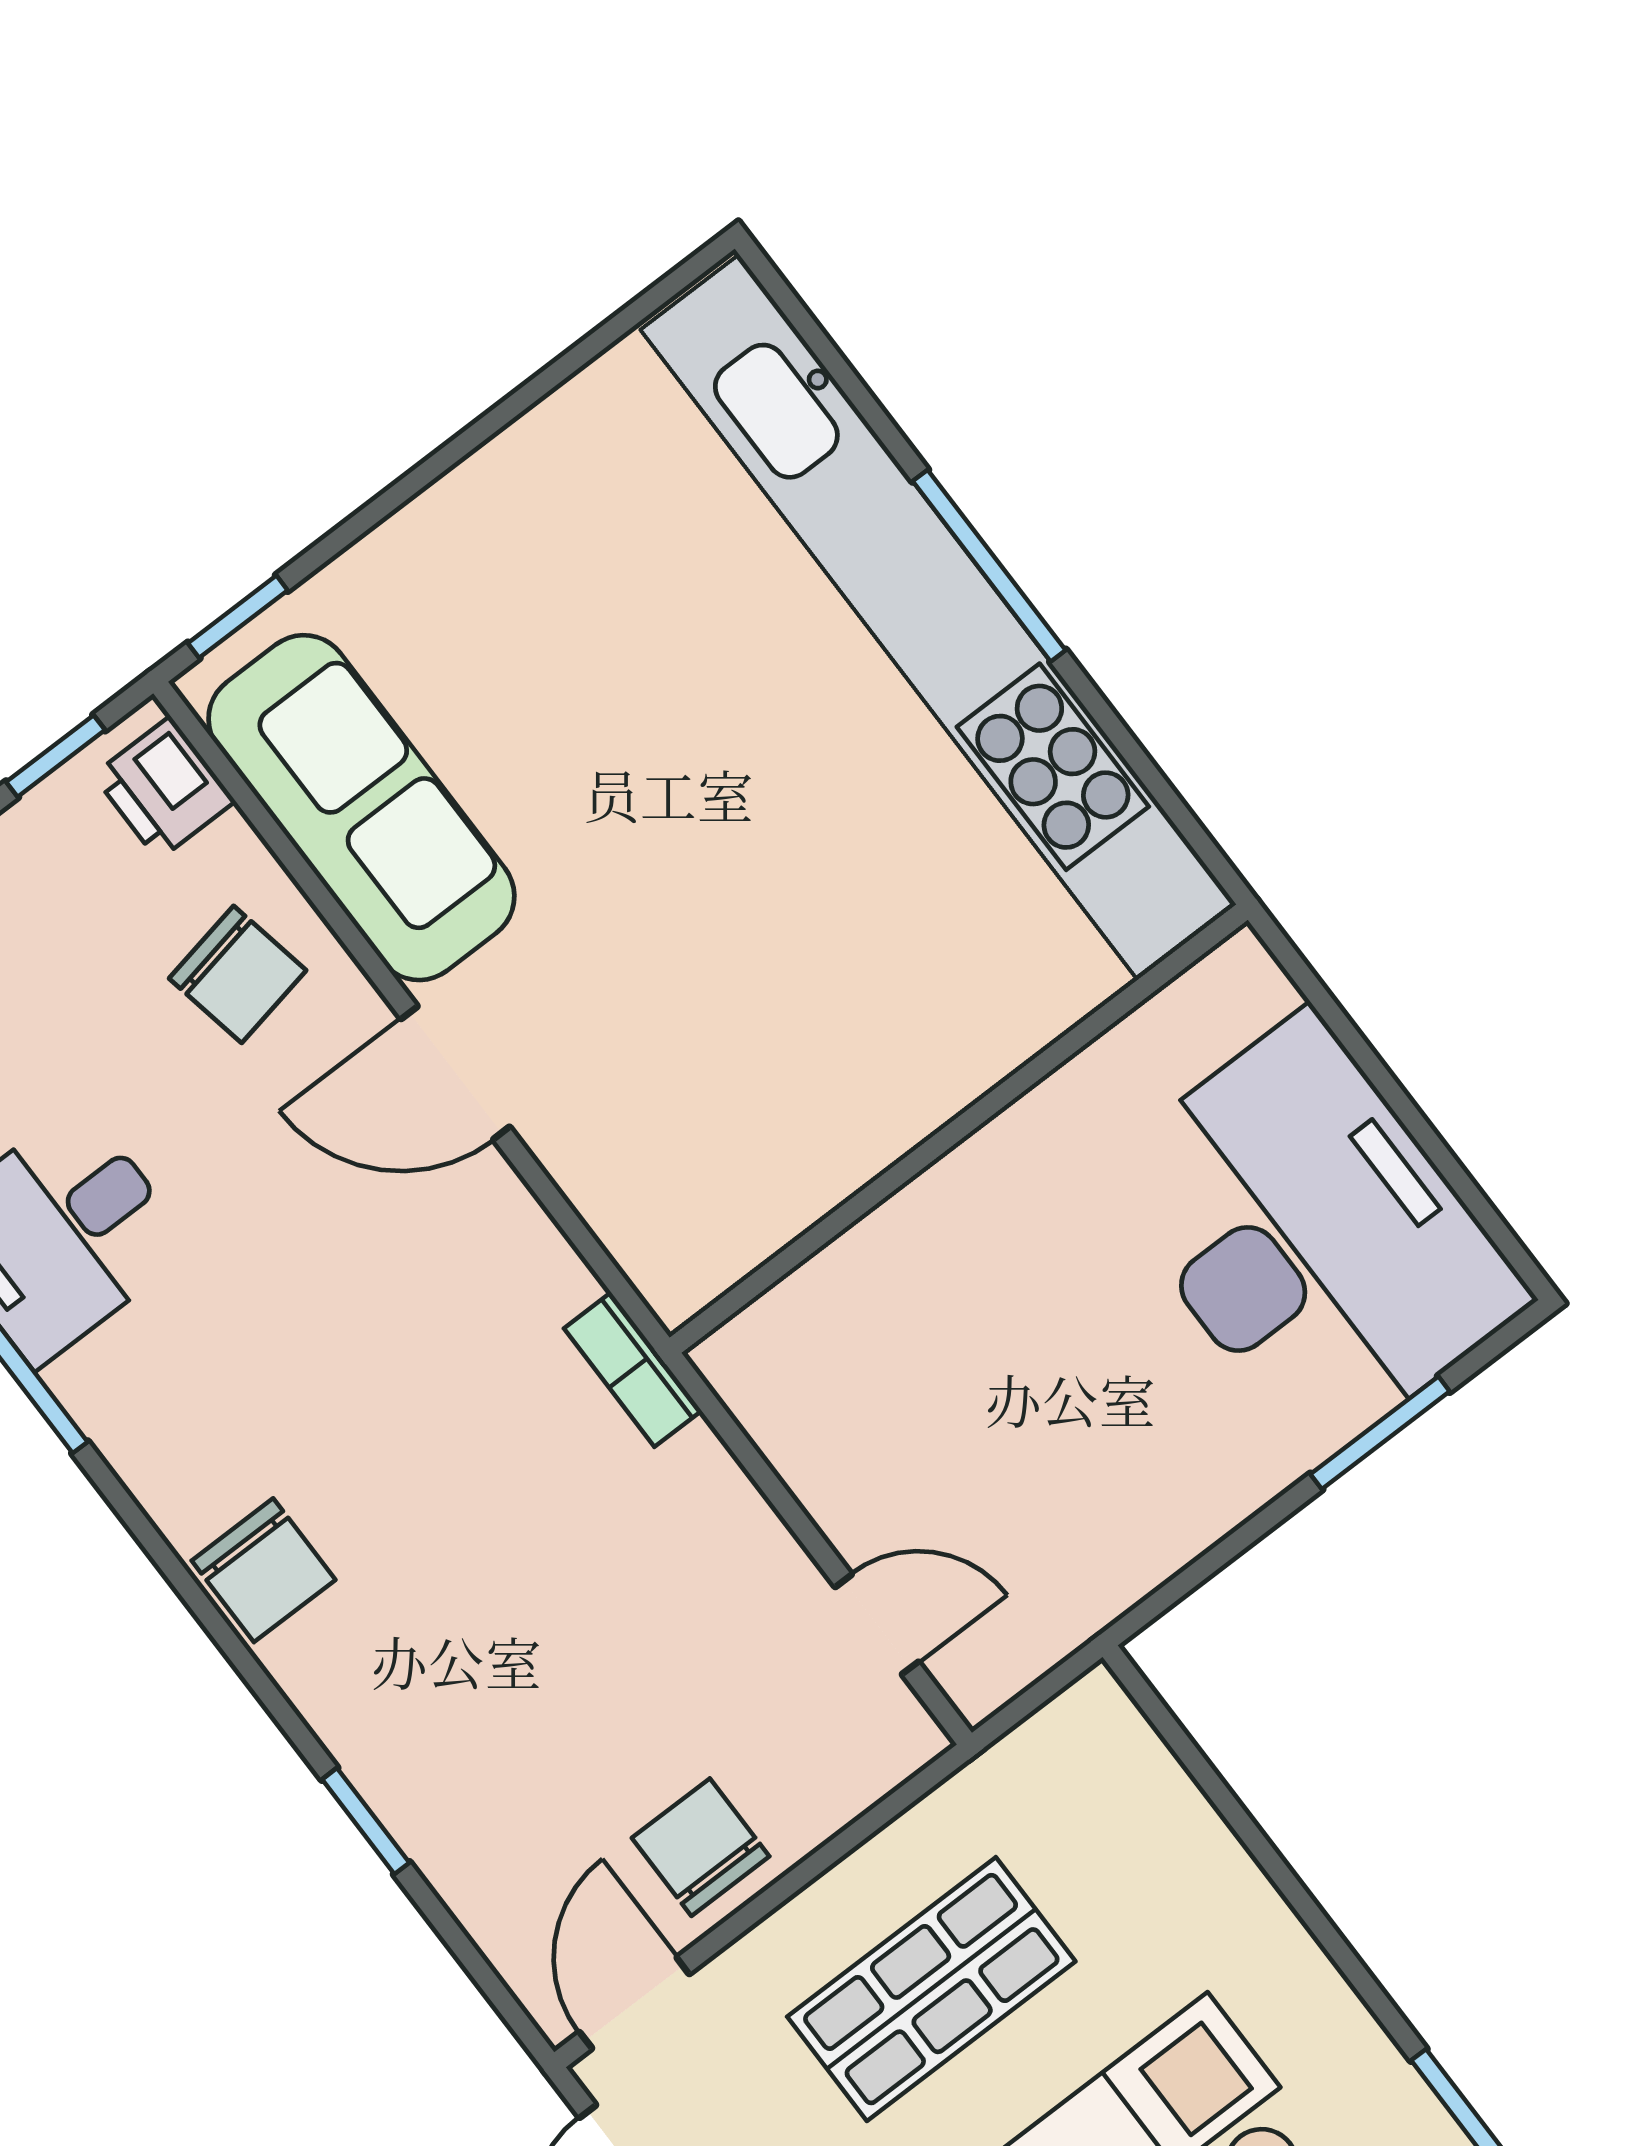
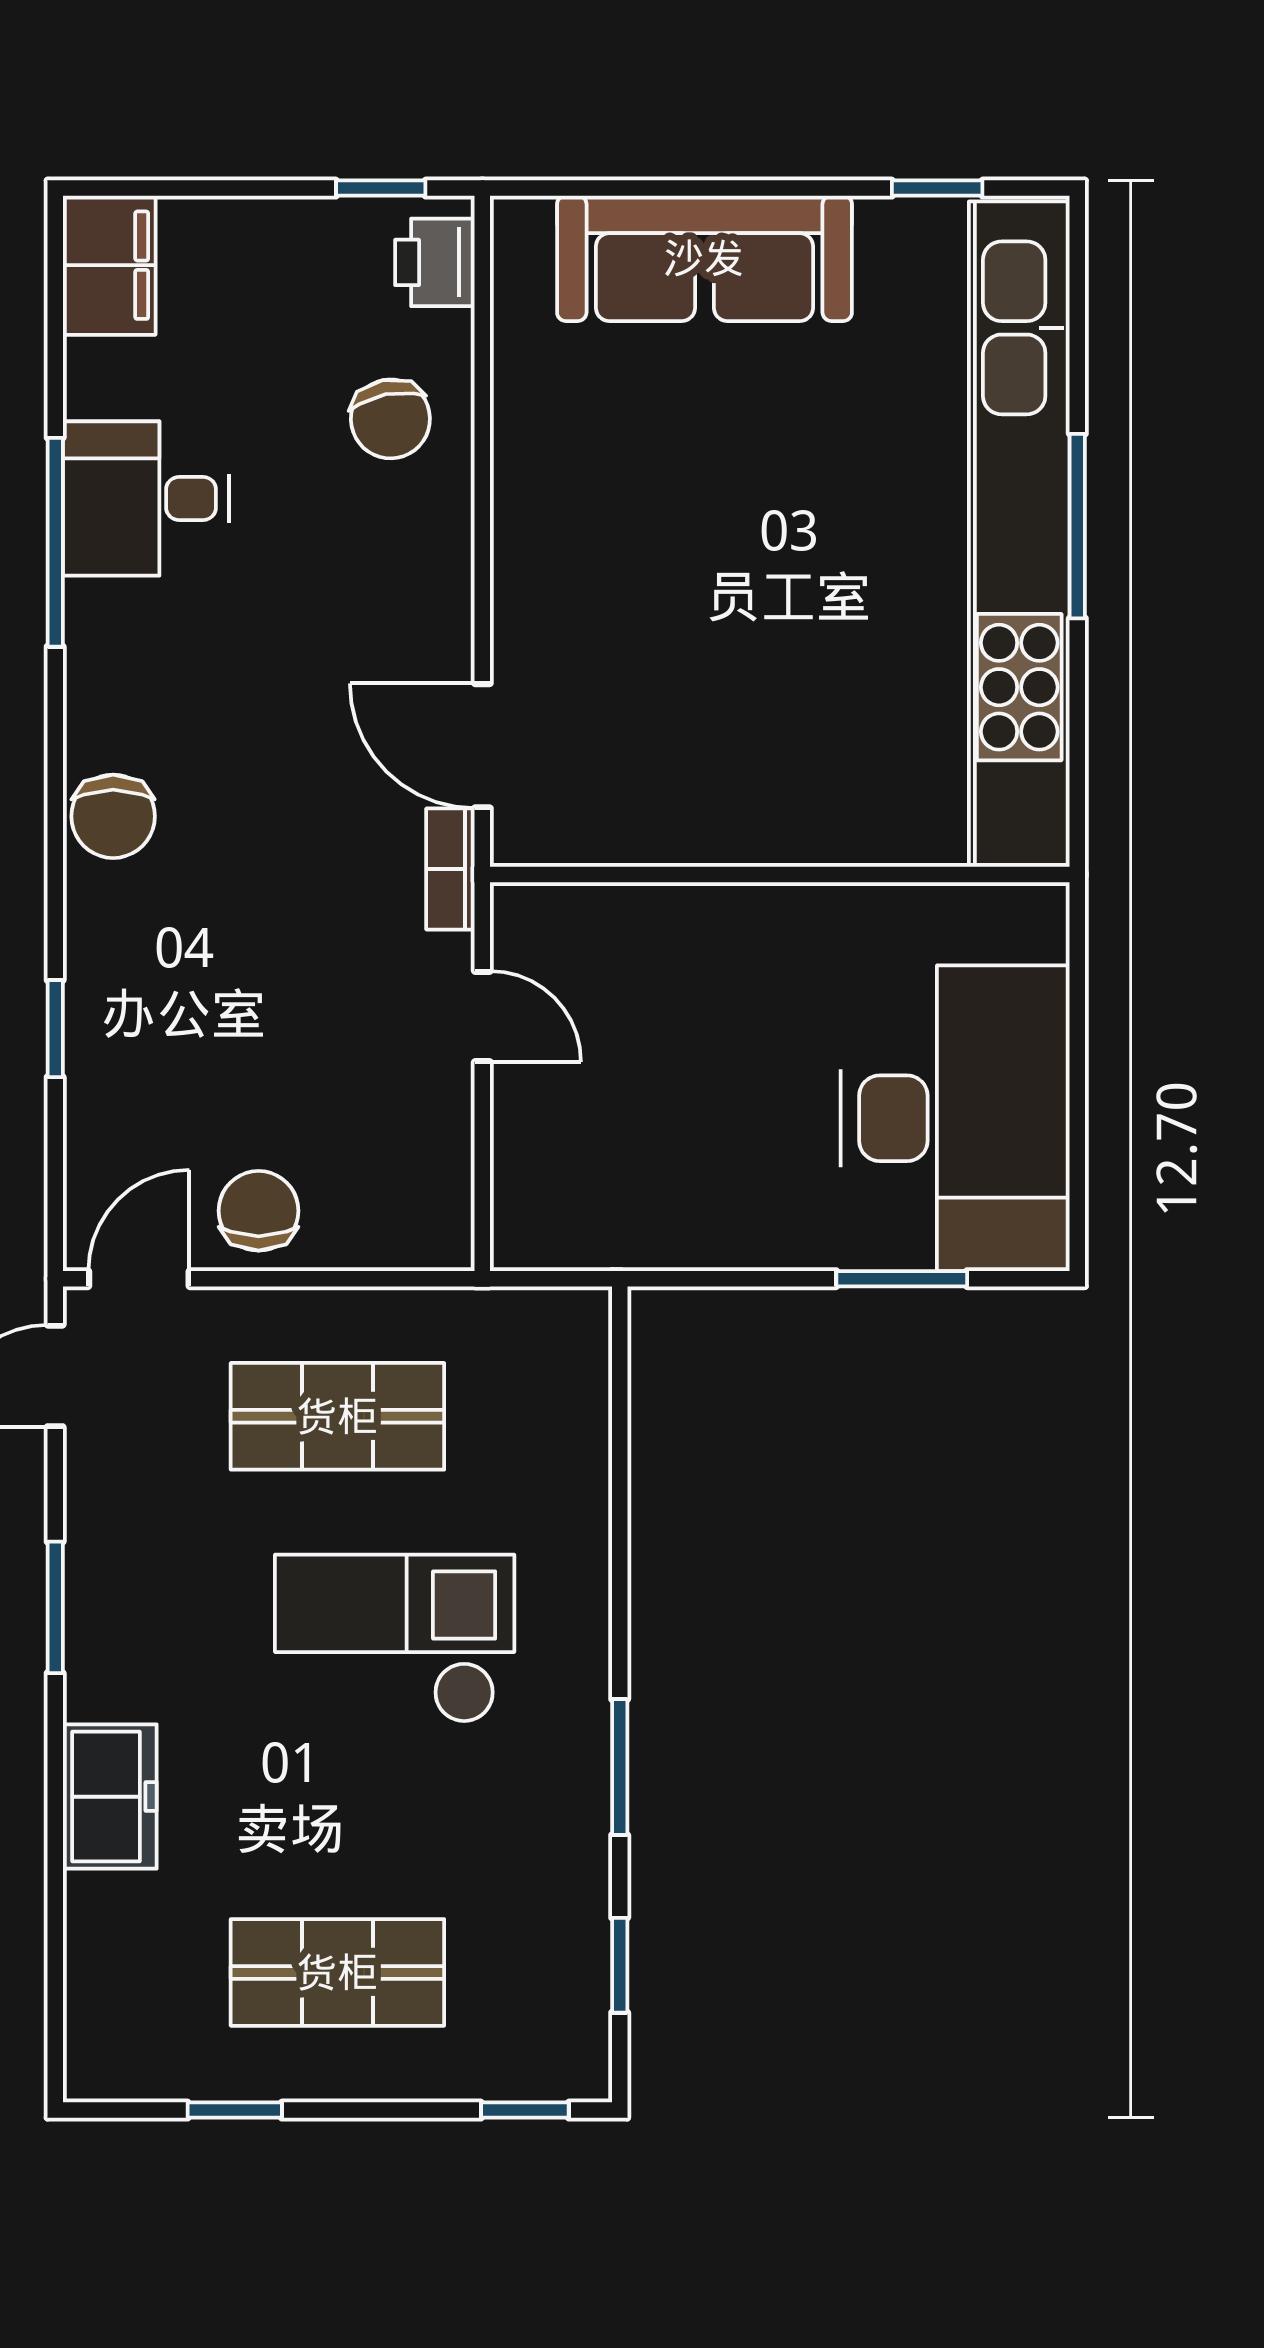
window: (238, 617) -> (937, 188), moved
sofa: (361, 808) -> (704, 258), moved, turned 90
door: (455, 1073) -> (482, 746), moved
door: (877, 1624) -> (482, 1017), moved

